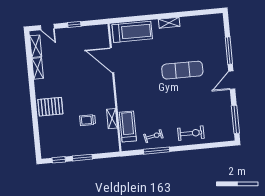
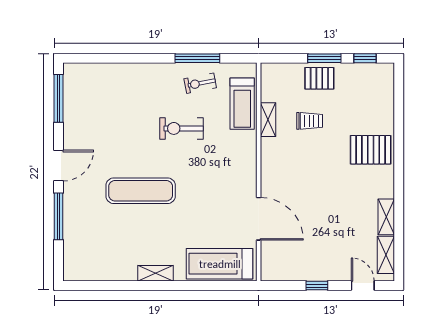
exercise bike: (191, 133) -> (182, 128), moved
pallet: (84, 146) -> (319, 78), added

